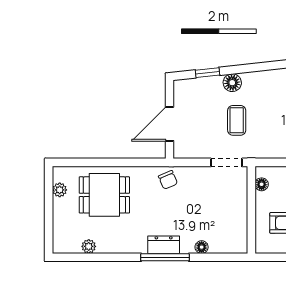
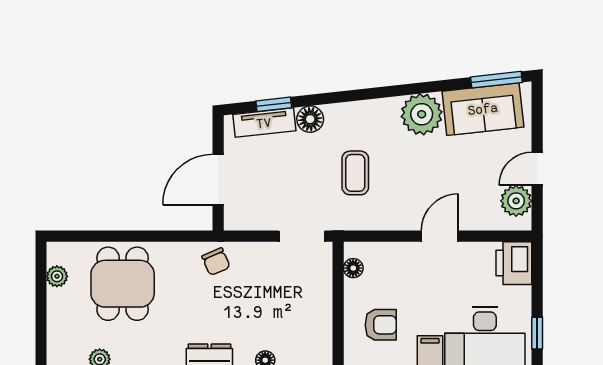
tv unit: (201, 85) -> (264, 123), added
coffee table: (237, 120) -> (355, 173), moved
dining table: (104, 195) -> (123, 284), turned 90

